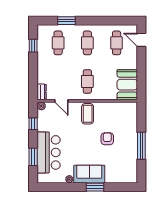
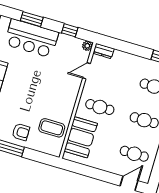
booth: (127, 85) -> (81, 137), moved, turned 90
coffee table: (88, 114) -> (52, 128), moved
armchair: (107, 139) -> (21, 132), moved

